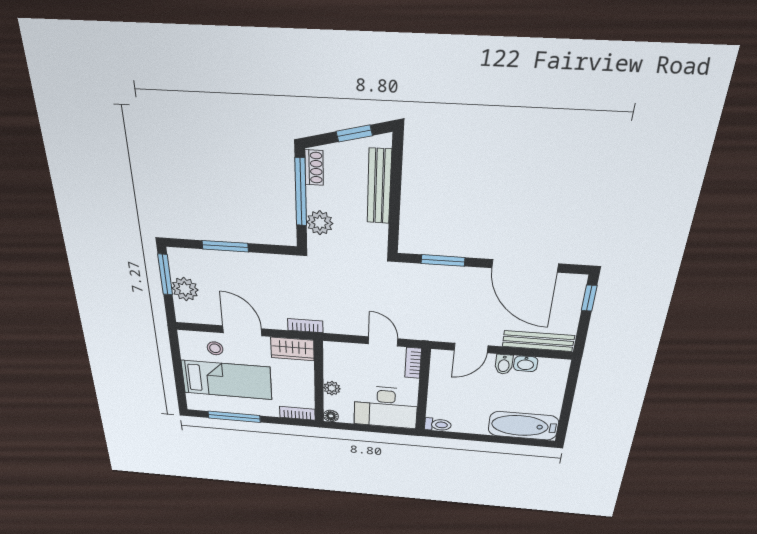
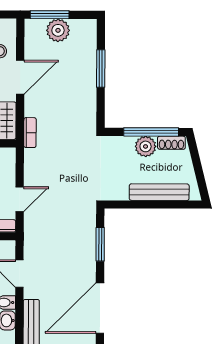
window: (354, 133) -> (199, 173), removed
plant: (320, 223) -> (146, 146), moved
window: (165, 274) -> (50, 15), moved

